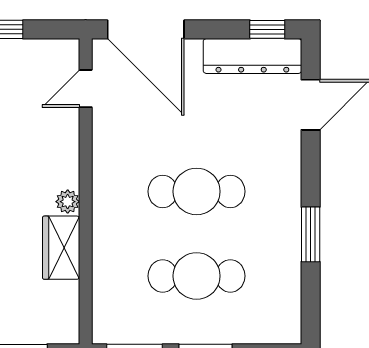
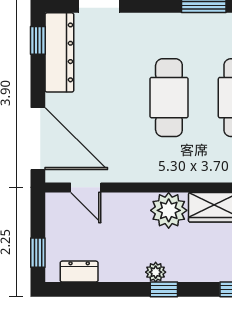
door: (146, 29) -> (38, 139), hinge flipped
plant: (68, 202) -> (169, 210), width x1.88, depth x1.88

